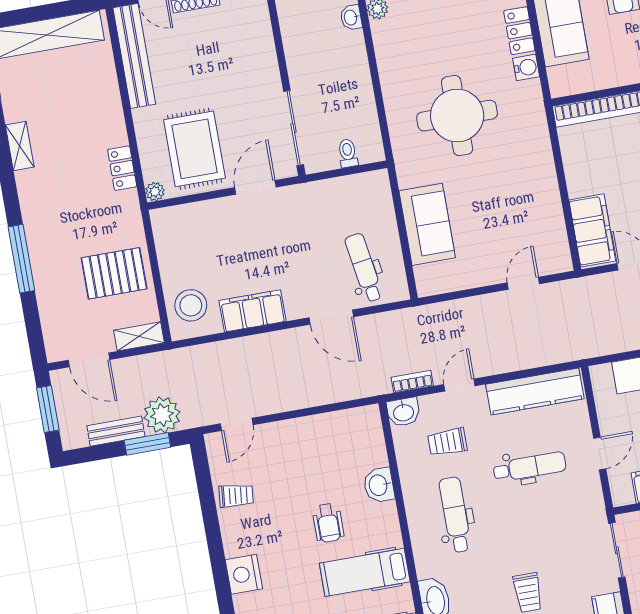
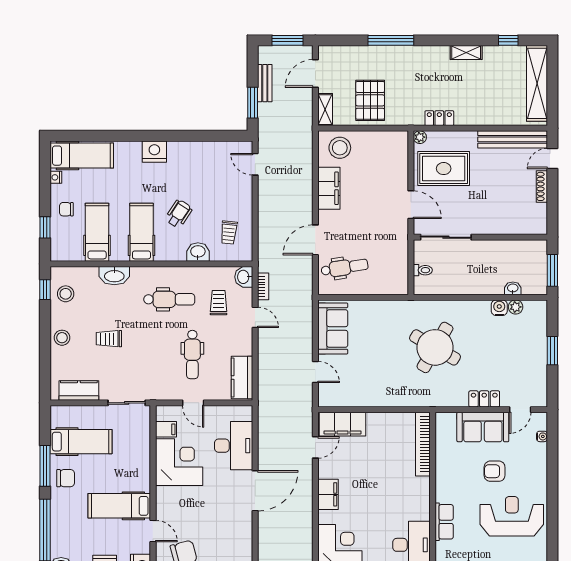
water cooler: (526, 67) -> (499, 308), moved, turned 180
round table: (457, 116) -> (435, 347), turned 30
sofa: (427, 224) -> (333, 328), moved, turned -90
kitchen counter: (535, 392) -> (242, 378), width x0.67
plant: (162, 415) -> (270, 116), removed
trolley: (236, 496) -> (229, 233), moved
wheelchair: (328, 523) -> (179, 214), turned 123

